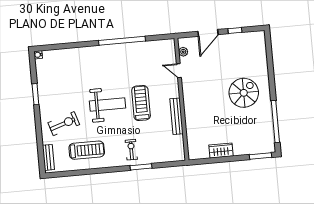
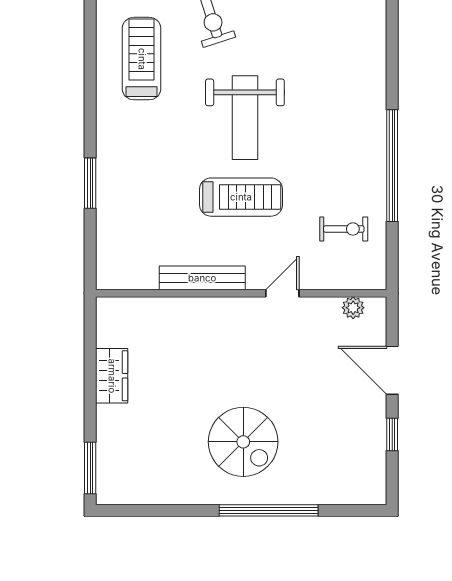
door: (179, 71) -> (282, 293), moved
window: (275, 122) -> (269, 510), moved
treadmill: (87, 150) -> (142, 59), turned 180
exercise bike: (131, 150) -> (344, 229), moved

